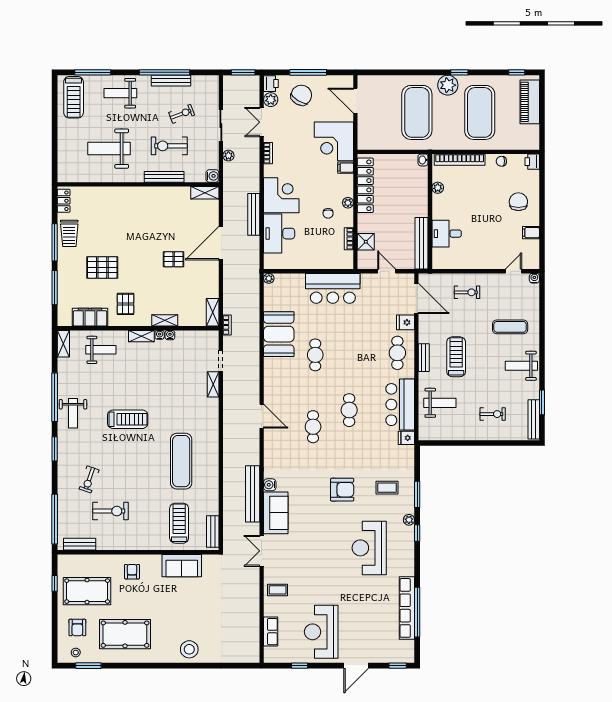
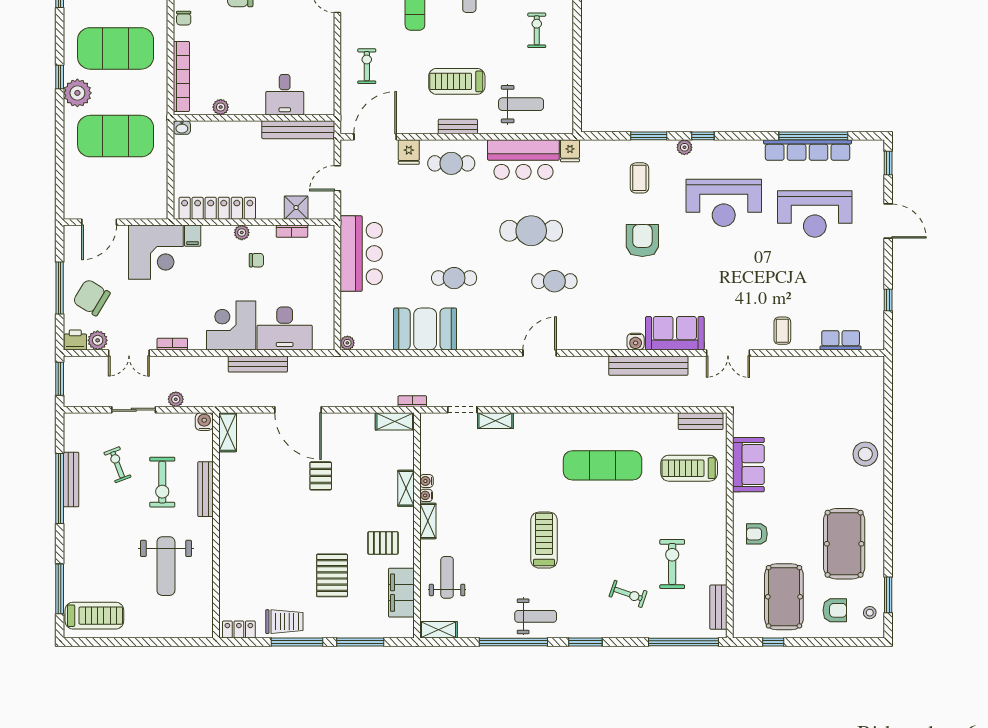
weight bench: (120, 93) -> (89, 550), removed
weight bench: (440, 403) -> (521, 104), turned 90
cafe table: (349, 410) -> (531, 231), width x1.37, depth x1.35
reception desk: (321, 632) -> (815, 214), moved

